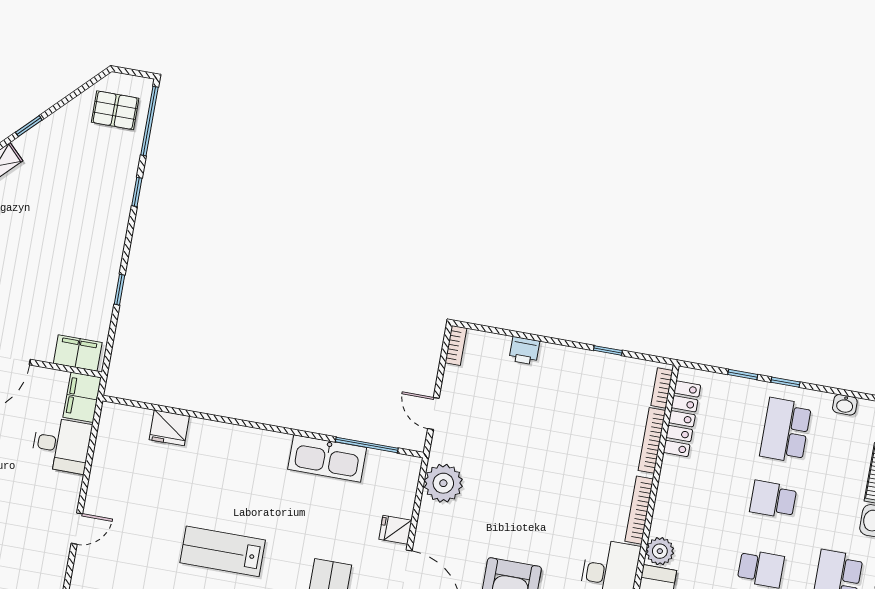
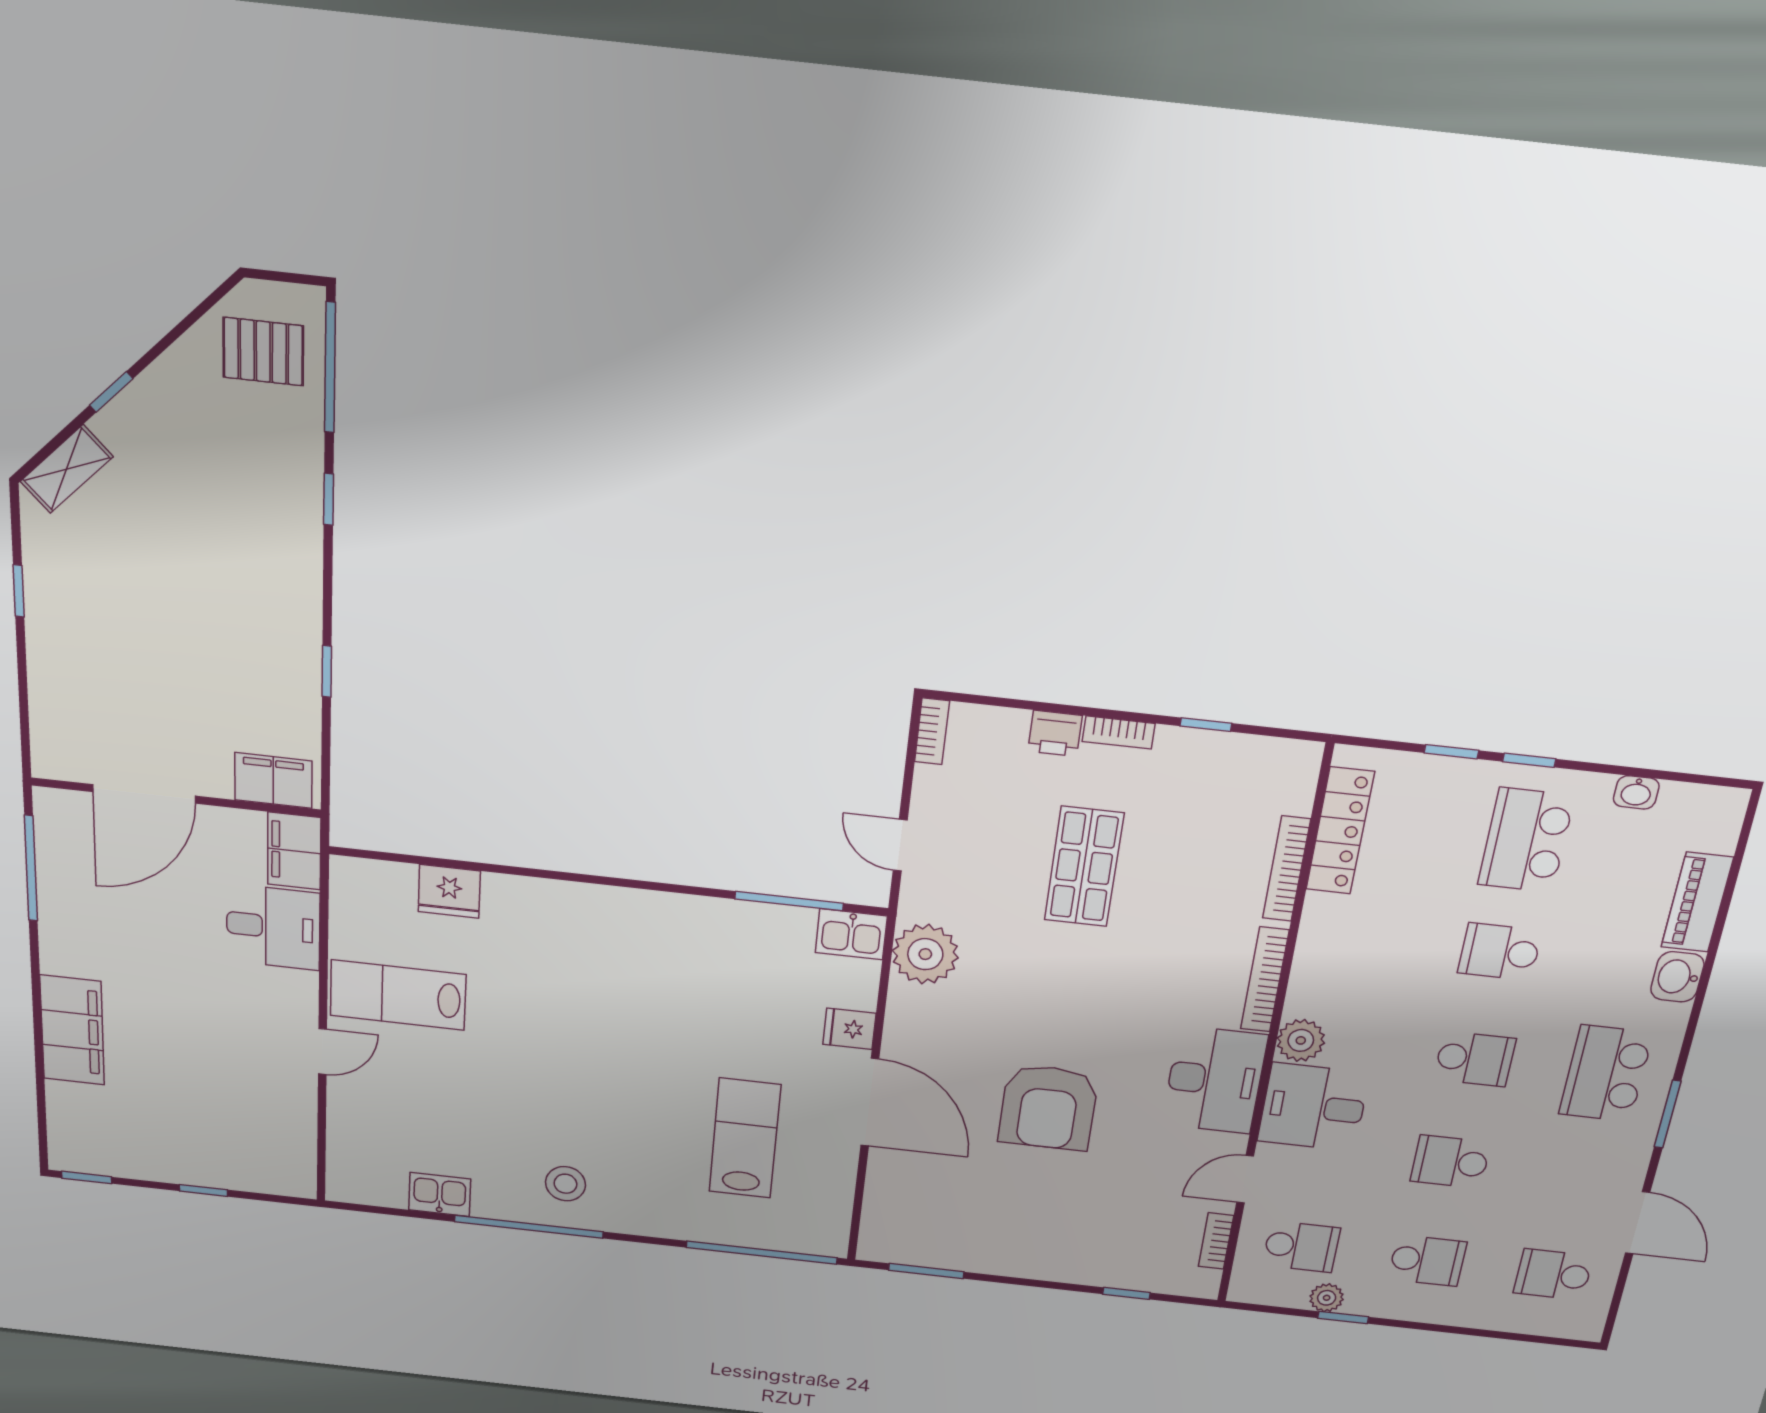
bookcase: (662, 388) -> (1119, 732), moved, turned -90
shop shelf: (537, 433) -> (1084, 867), added
kitchen sink: (327, 458) -> (851, 934), moved, width x0.53, depth x0.81
lab bench: (223, 551) -> (398, 995), moved

